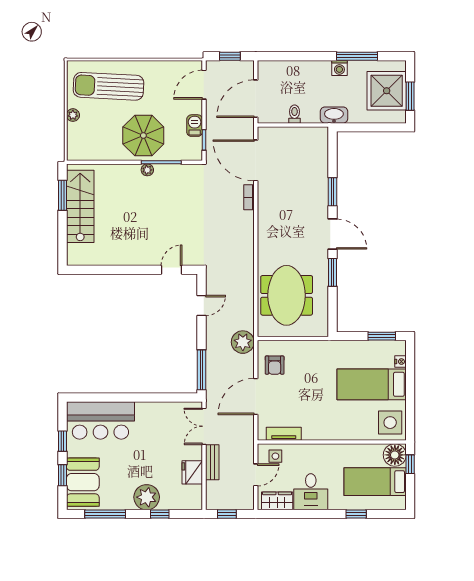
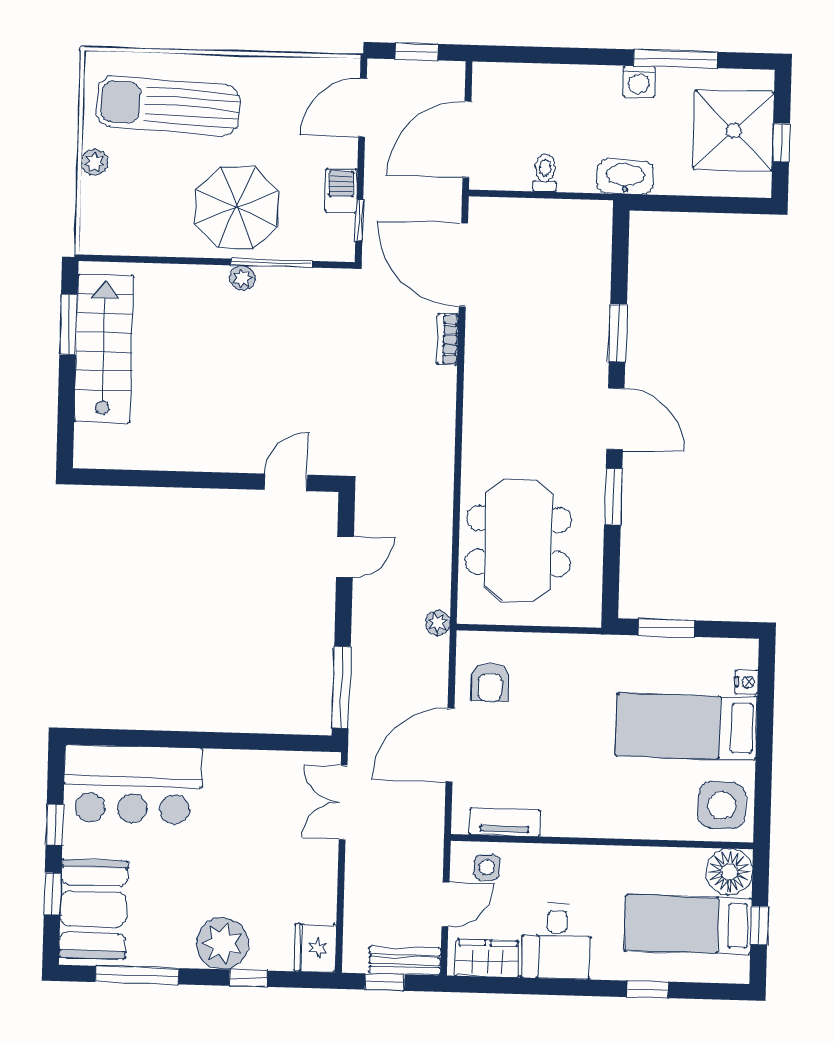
window: (410, 96) -> (781, 143), width x0.67
window: (382, 336) -> (666, 628), moved
plant: (243, 342) -> (438, 623), width x0.53, depth x0.53
bench: (212, 462) -> (405, 961), moved, turned 90
window: (410, 464) -> (759, 925), moved
fridge: (192, 472) -> (315, 948), moved

